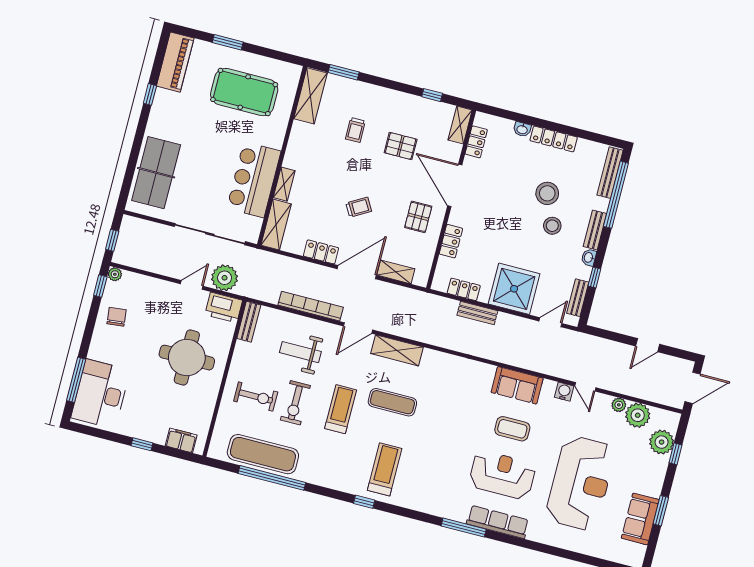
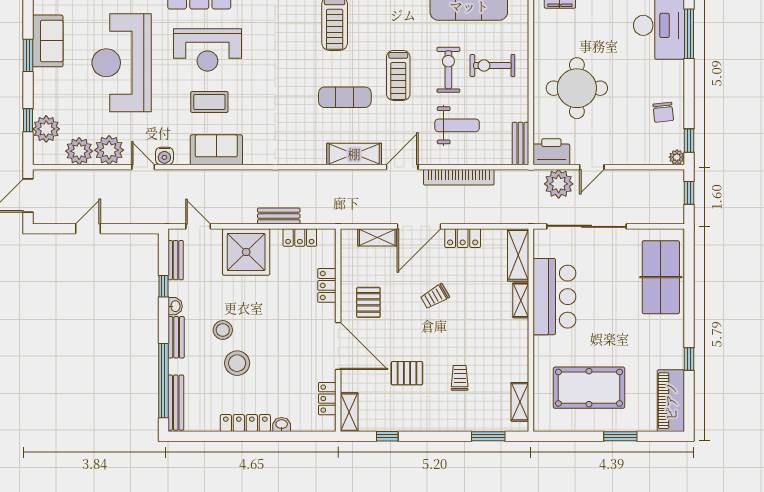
shelving: (310, 96) -> (520, 402), width x0.67, depth x0.75
door: (550, 322) -> (198, 226), swing flipped
plant: (619, 405) -> (109, 150), width x1.88, depth x1.88

